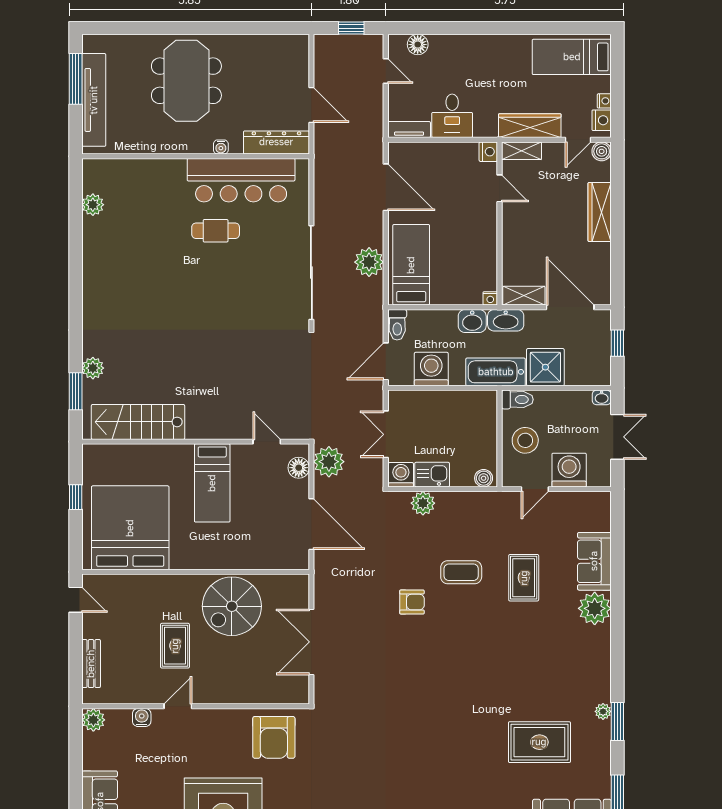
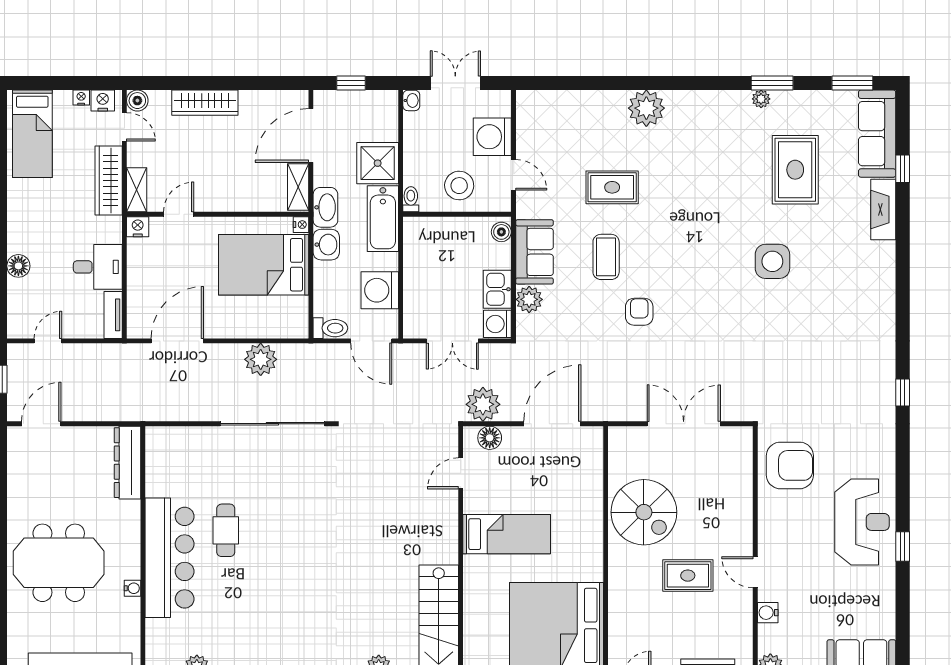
floor lamp: (418, 45) -> (18, 266), moved
door: (311, 105) -> (41, 424), moved
water cooler: (221, 147) -> (132, 588), moved
bar counter: (241, 180) -> (169, 558), moved
bed: (411, 265) -> (264, 265), moved, width x1.50
toilet: (517, 400) -> (411, 199), width x0.73, depth x0.72
sofa: (594, 561) -> (535, 252), moved, turned -90
double door: (311, 642) -> (684, 424), swing flipped
side table: (457, 722) -> (772, 261), added

